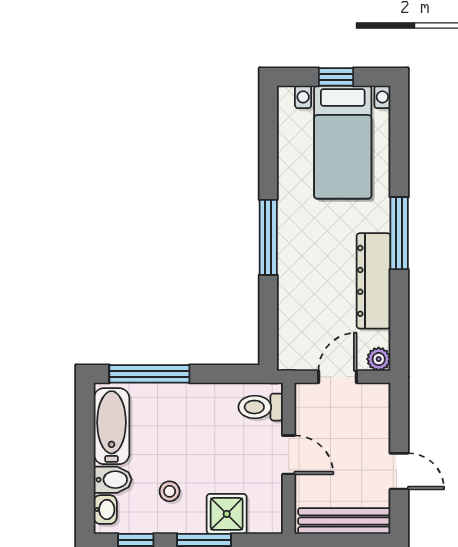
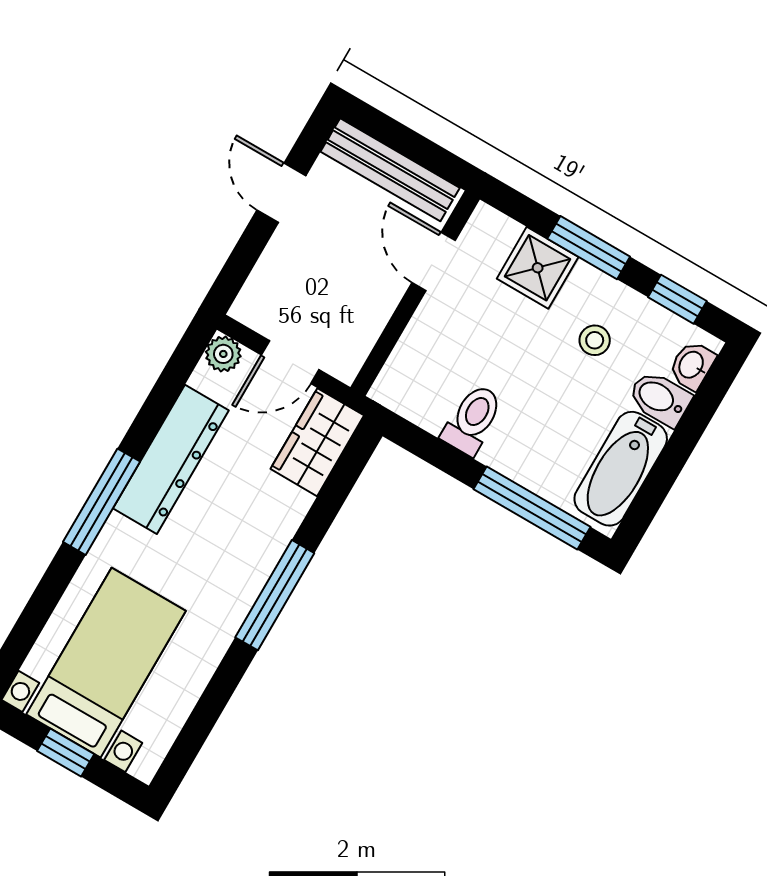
wardrobe: (295, 340) -> (317, 442), added
toilet: (261, 407) -> (473, 420), moved, turned -90
door: (289, 455) -> (434, 261), moved

